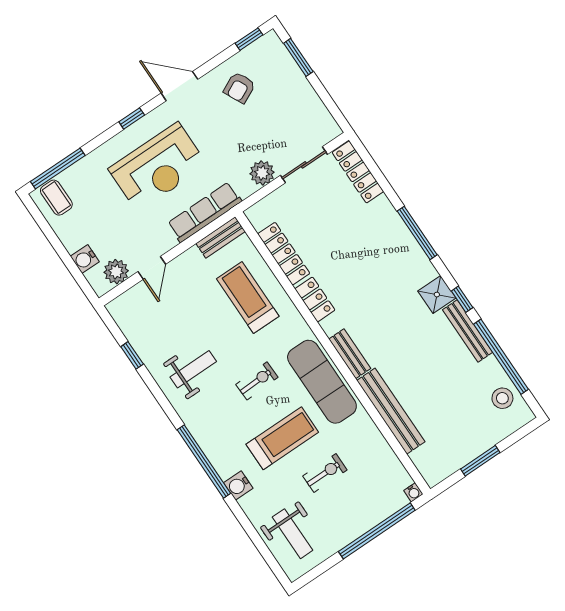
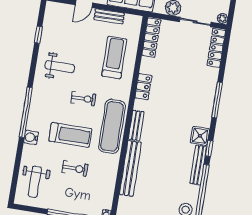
plant: (332, 130) -> (222, 19), added
bench: (221, 237) -> (109, 16), moved
locker: (284, 254) -> (151, 38), moved

